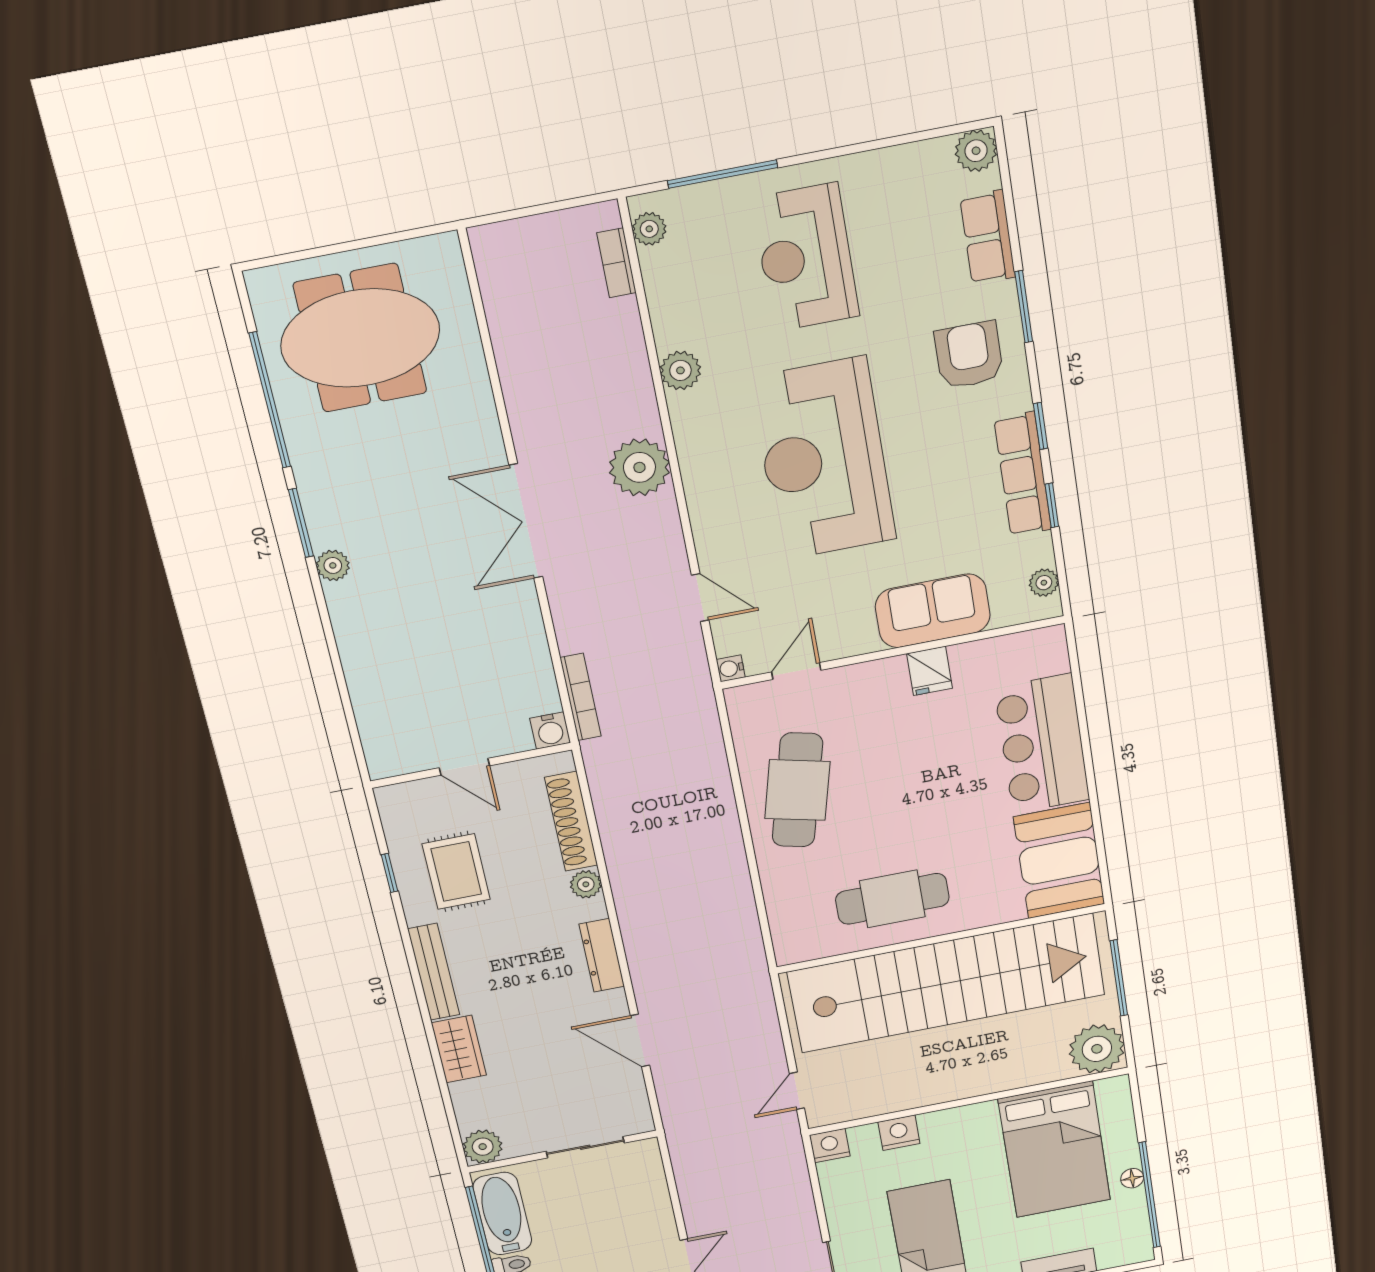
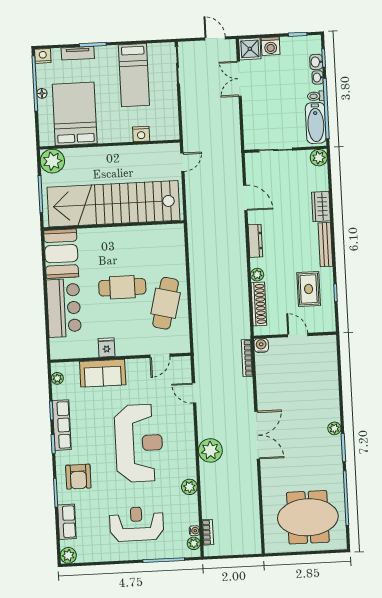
reception desk: (806, 258) -> (137, 524), turned -90
water cooler: (731, 668) -> (194, 531), moved
cafe table: (892, 899) -> (122, 287), moved
nightstand: (830, 1146) -> (43, 56), moved, turned 180

